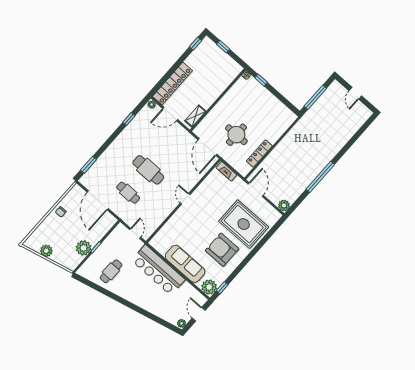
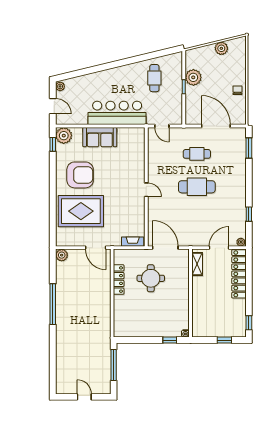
sofa: (185, 264) -> (100, 137), width x0.73

